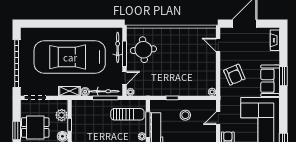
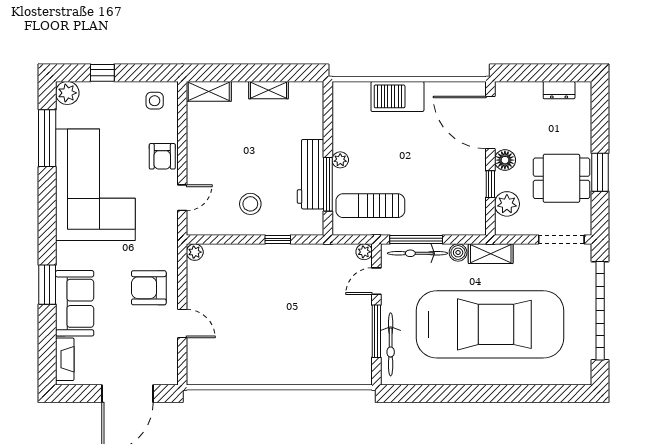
door: (218, 45) -> (182, 324), moved
round table: (143, 50) -> (337, 339), removed
armchair: (234, 75) -> (149, 288), turned -67
sofa: (270, 81) -> (75, 303), moved

